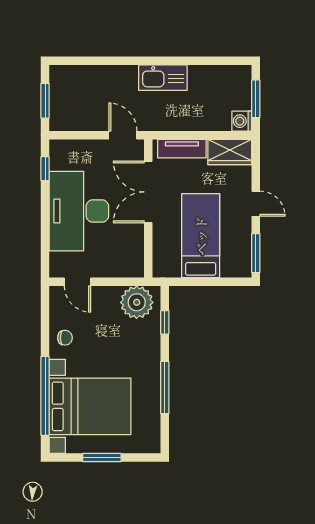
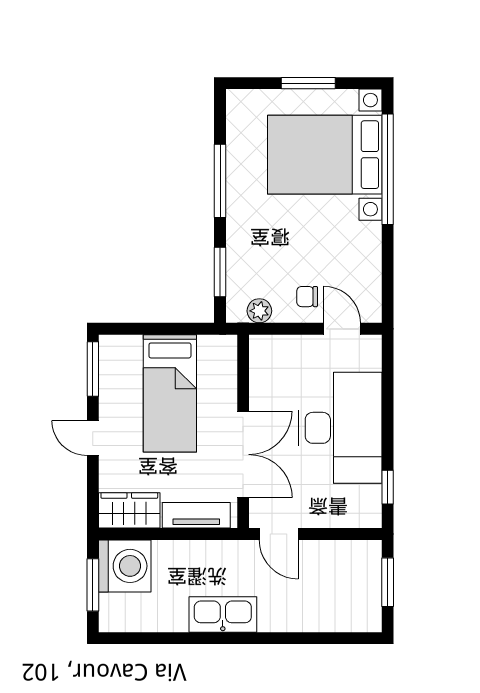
washing machine: (242, 121) -> (125, 566), width x1.89, depth x1.89
plant: (137, 302) -> (259, 311), width x0.53, depth x0.53
window: (165, 322) -> (220, 272), width x1.50
chair: (65, 338) -> (307, 297), moved

